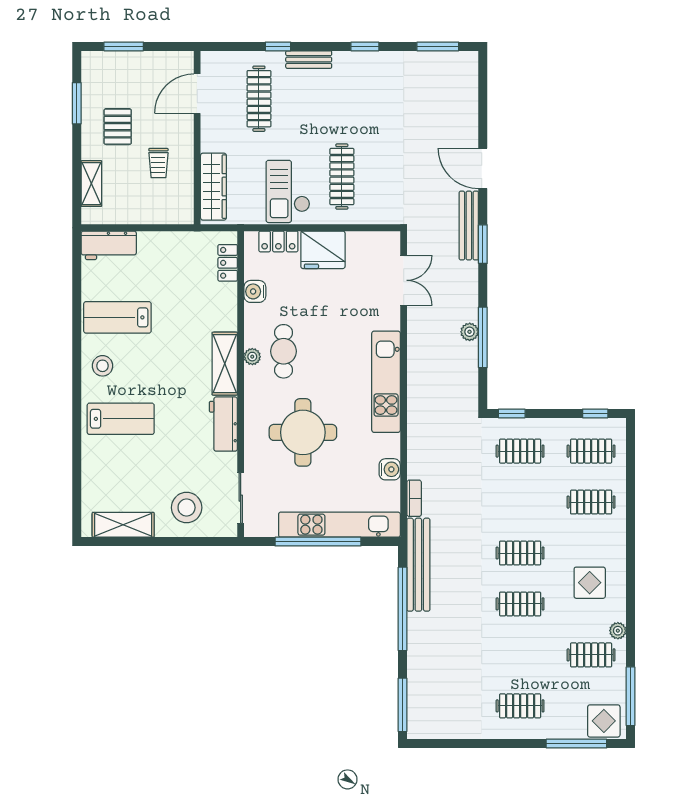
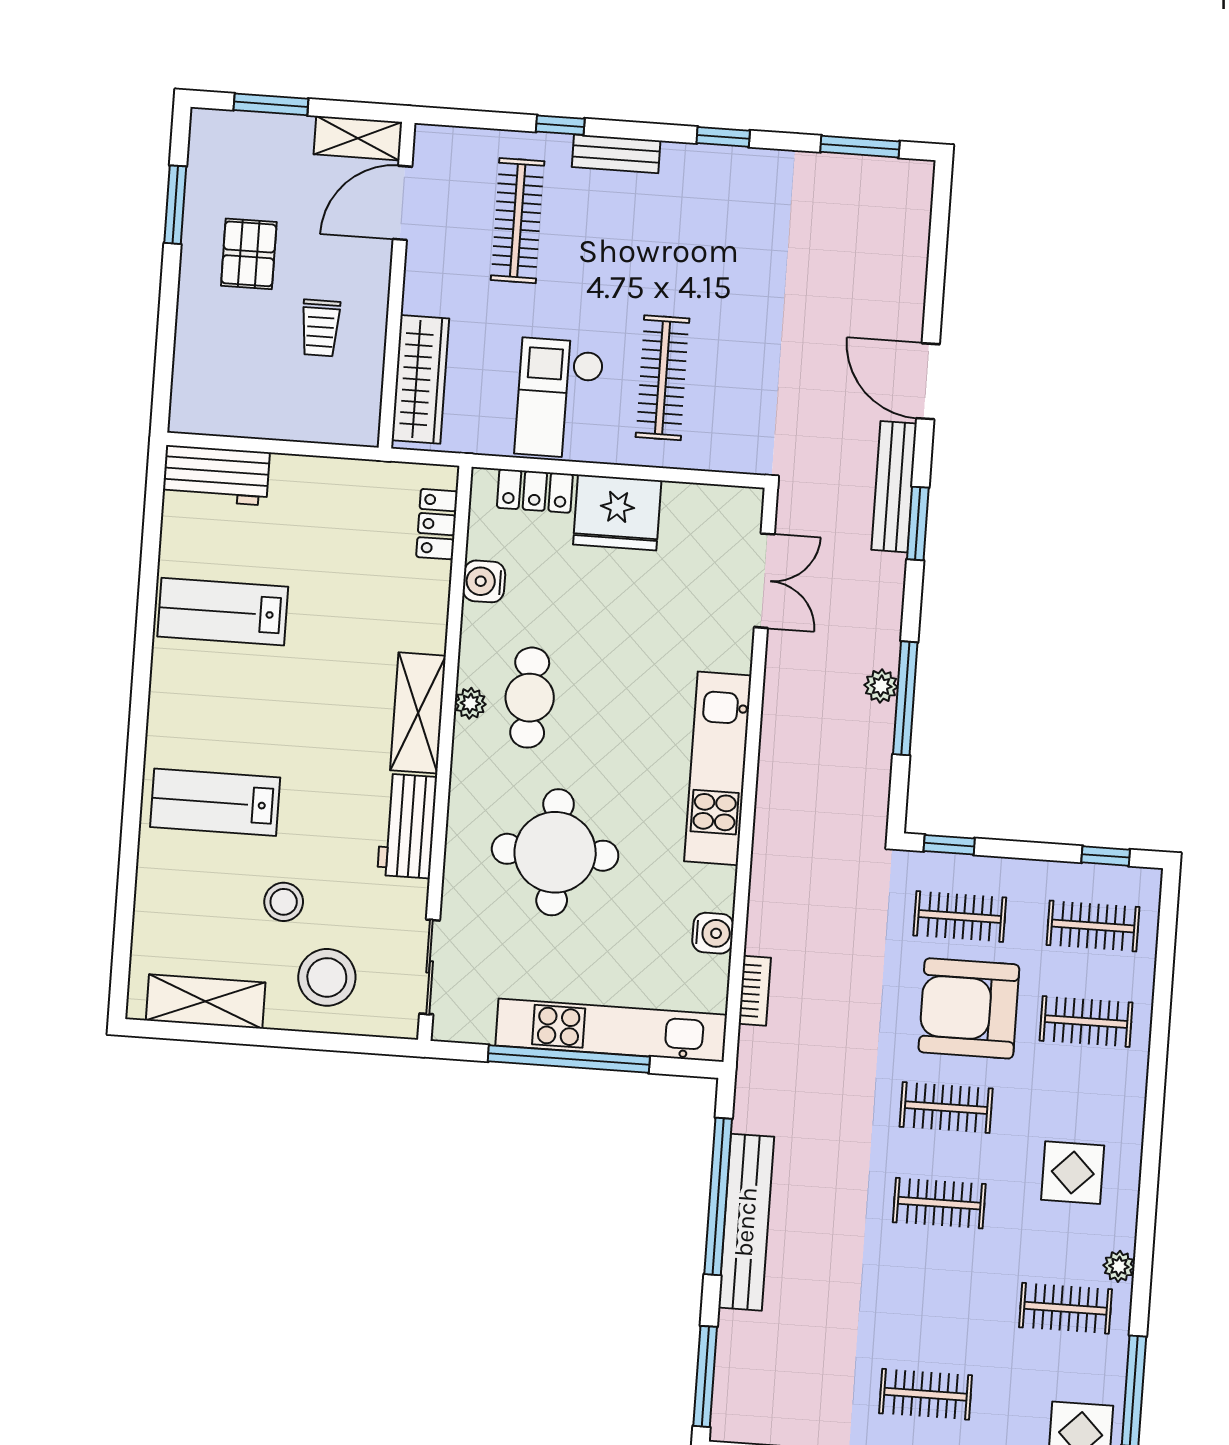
shelving: (91, 184) -> (358, 138), moved, turned 90
stool: (102, 366) -> (284, 902), moved
lab bench: (121, 419) -> (215, 802), turned 180
armchair: (528, 500) -> (969, 1008), added
bench: (418, 565) -> (746, 1222), moved

